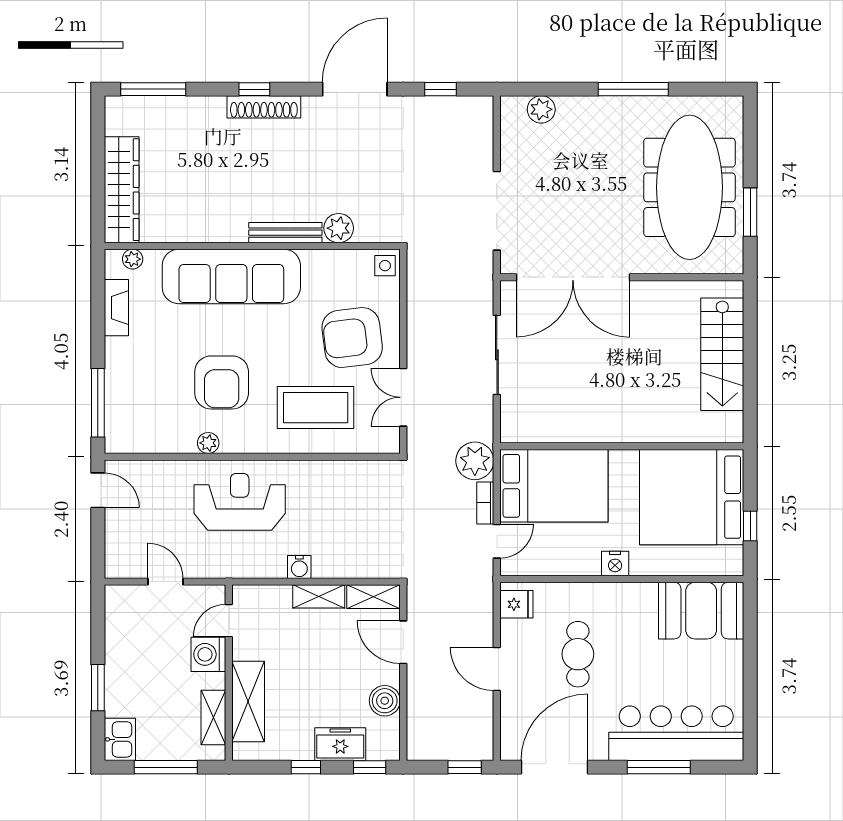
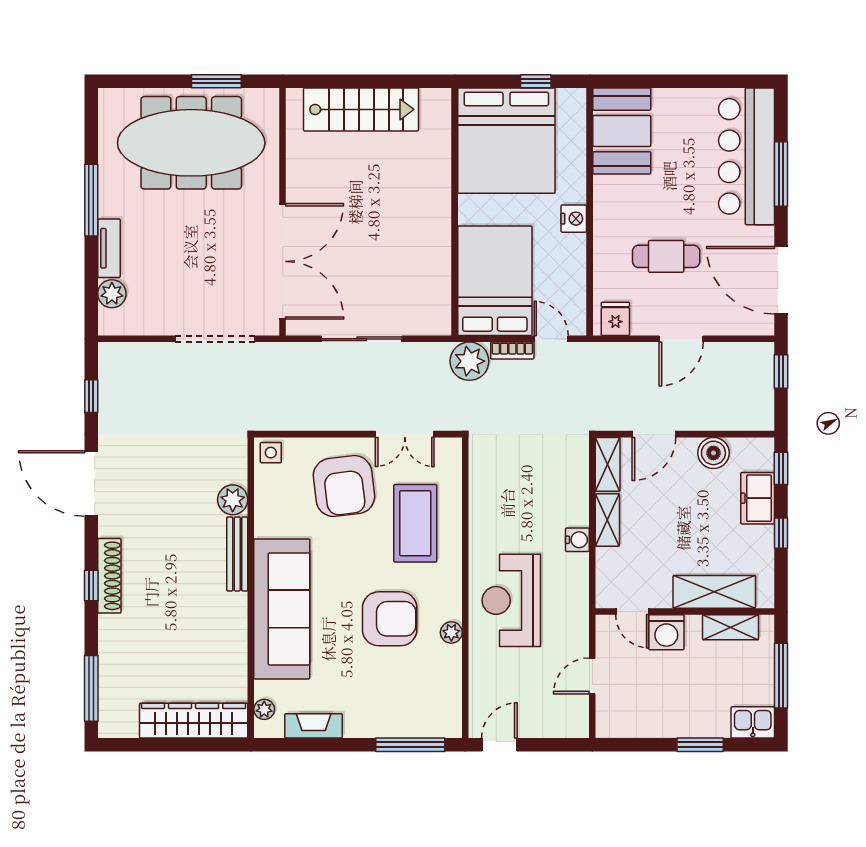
tv unit: (586, 107) -> (109, 248), added

